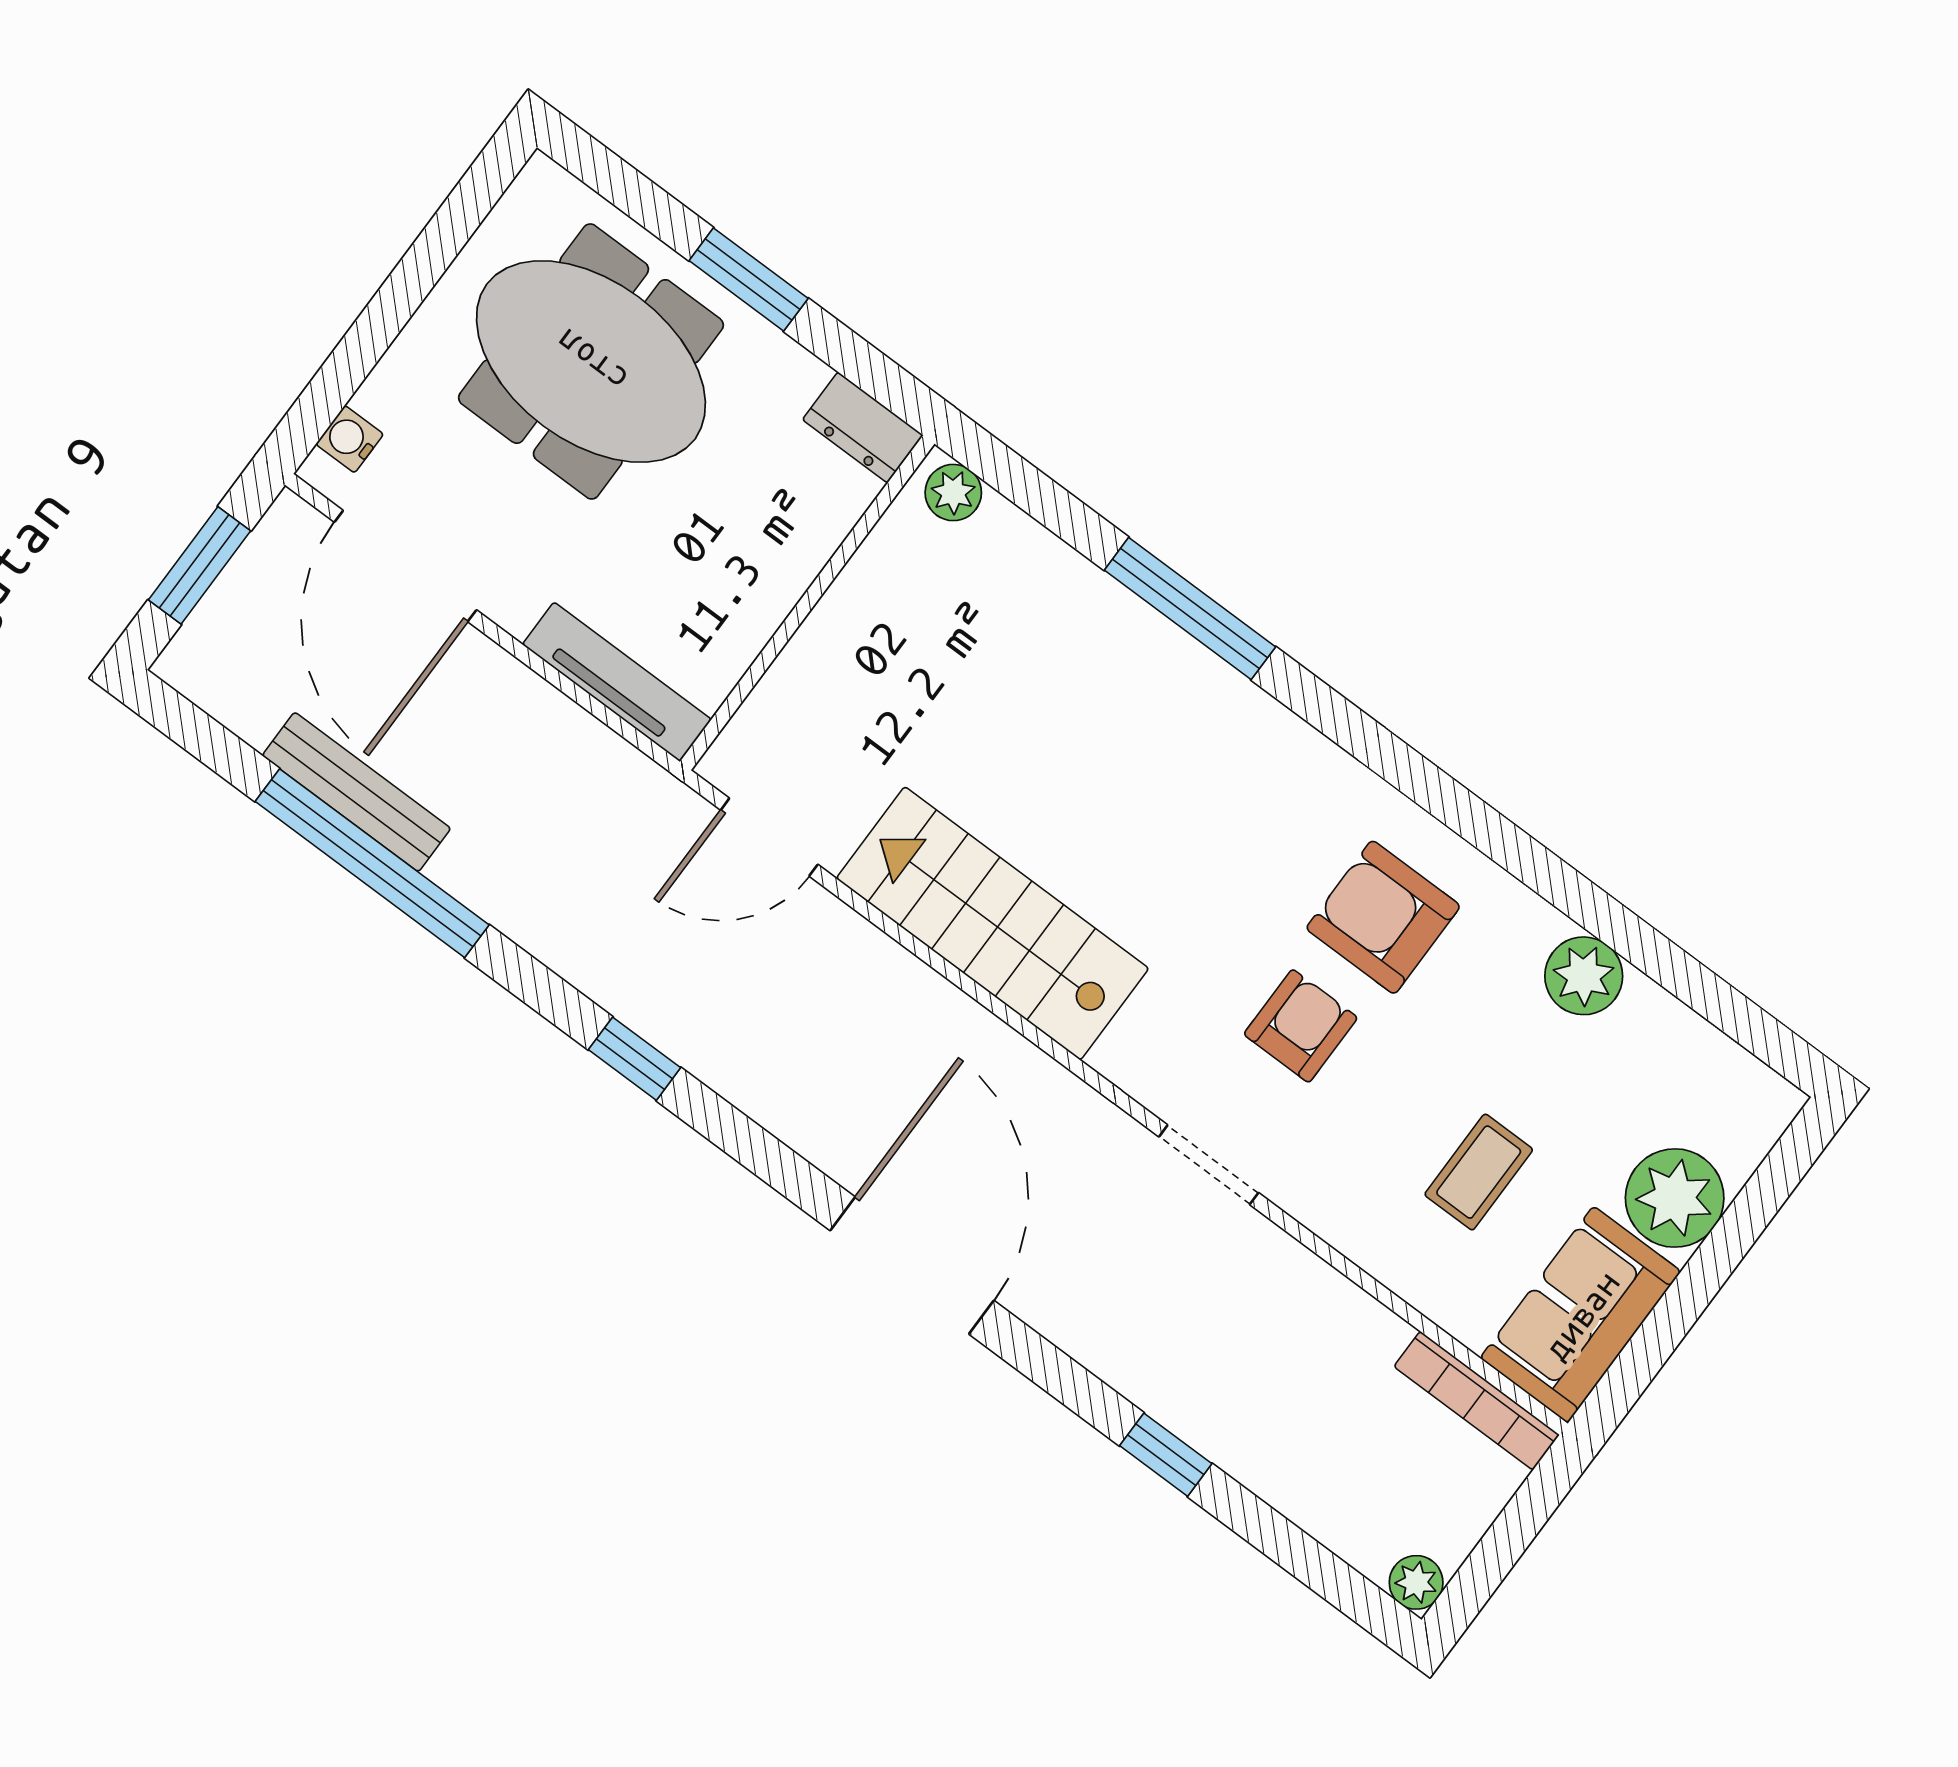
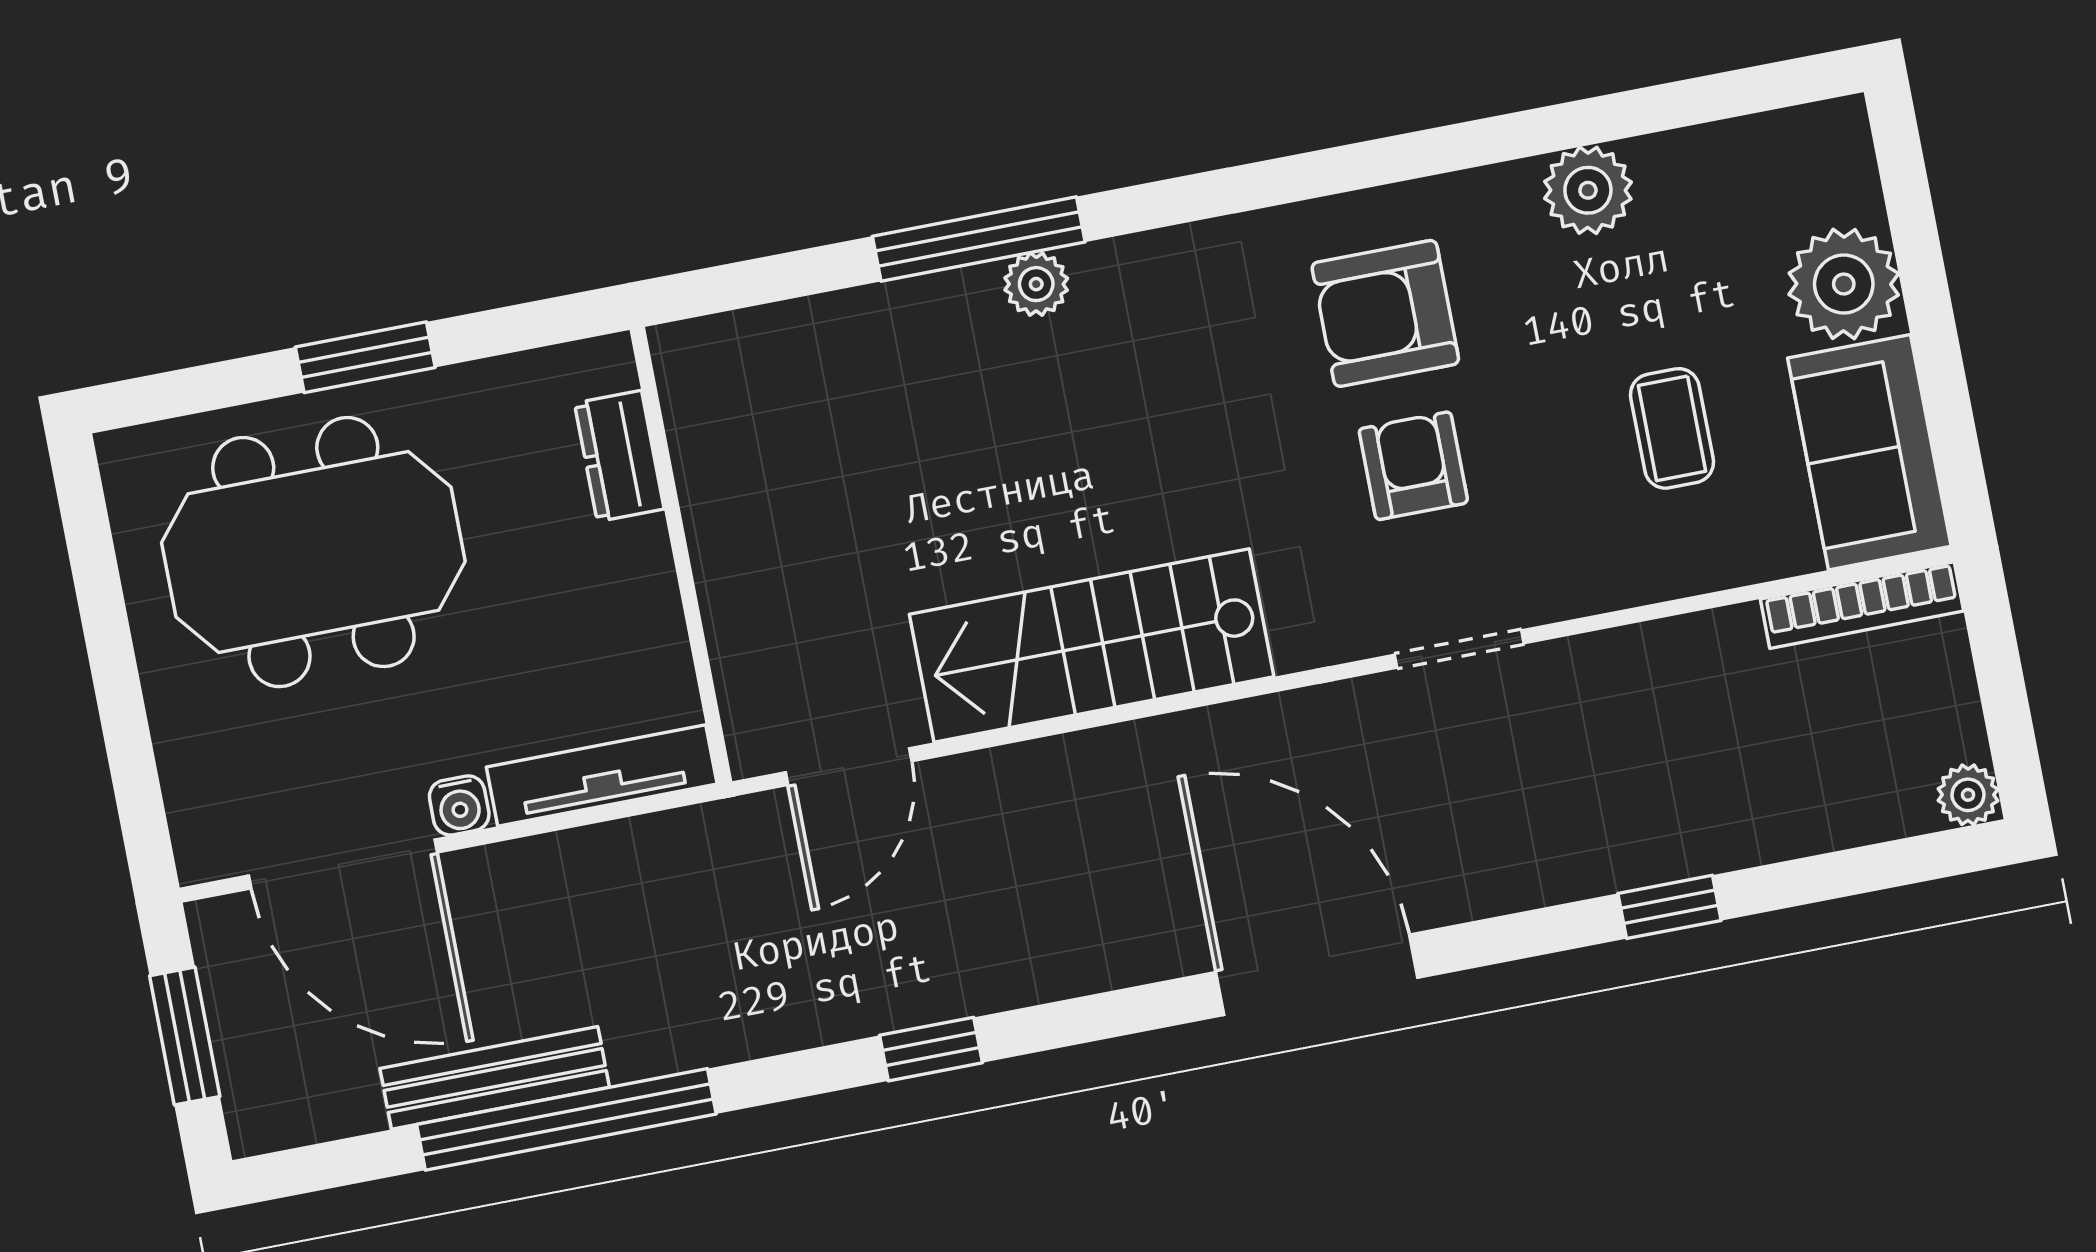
dresser: (863, 427) -> (619, 456), moved, turned 90
water cooler: (350, 439) -> (459, 805), moved, turned -90
plant: (953, 493) -> (1036, 284), moved

